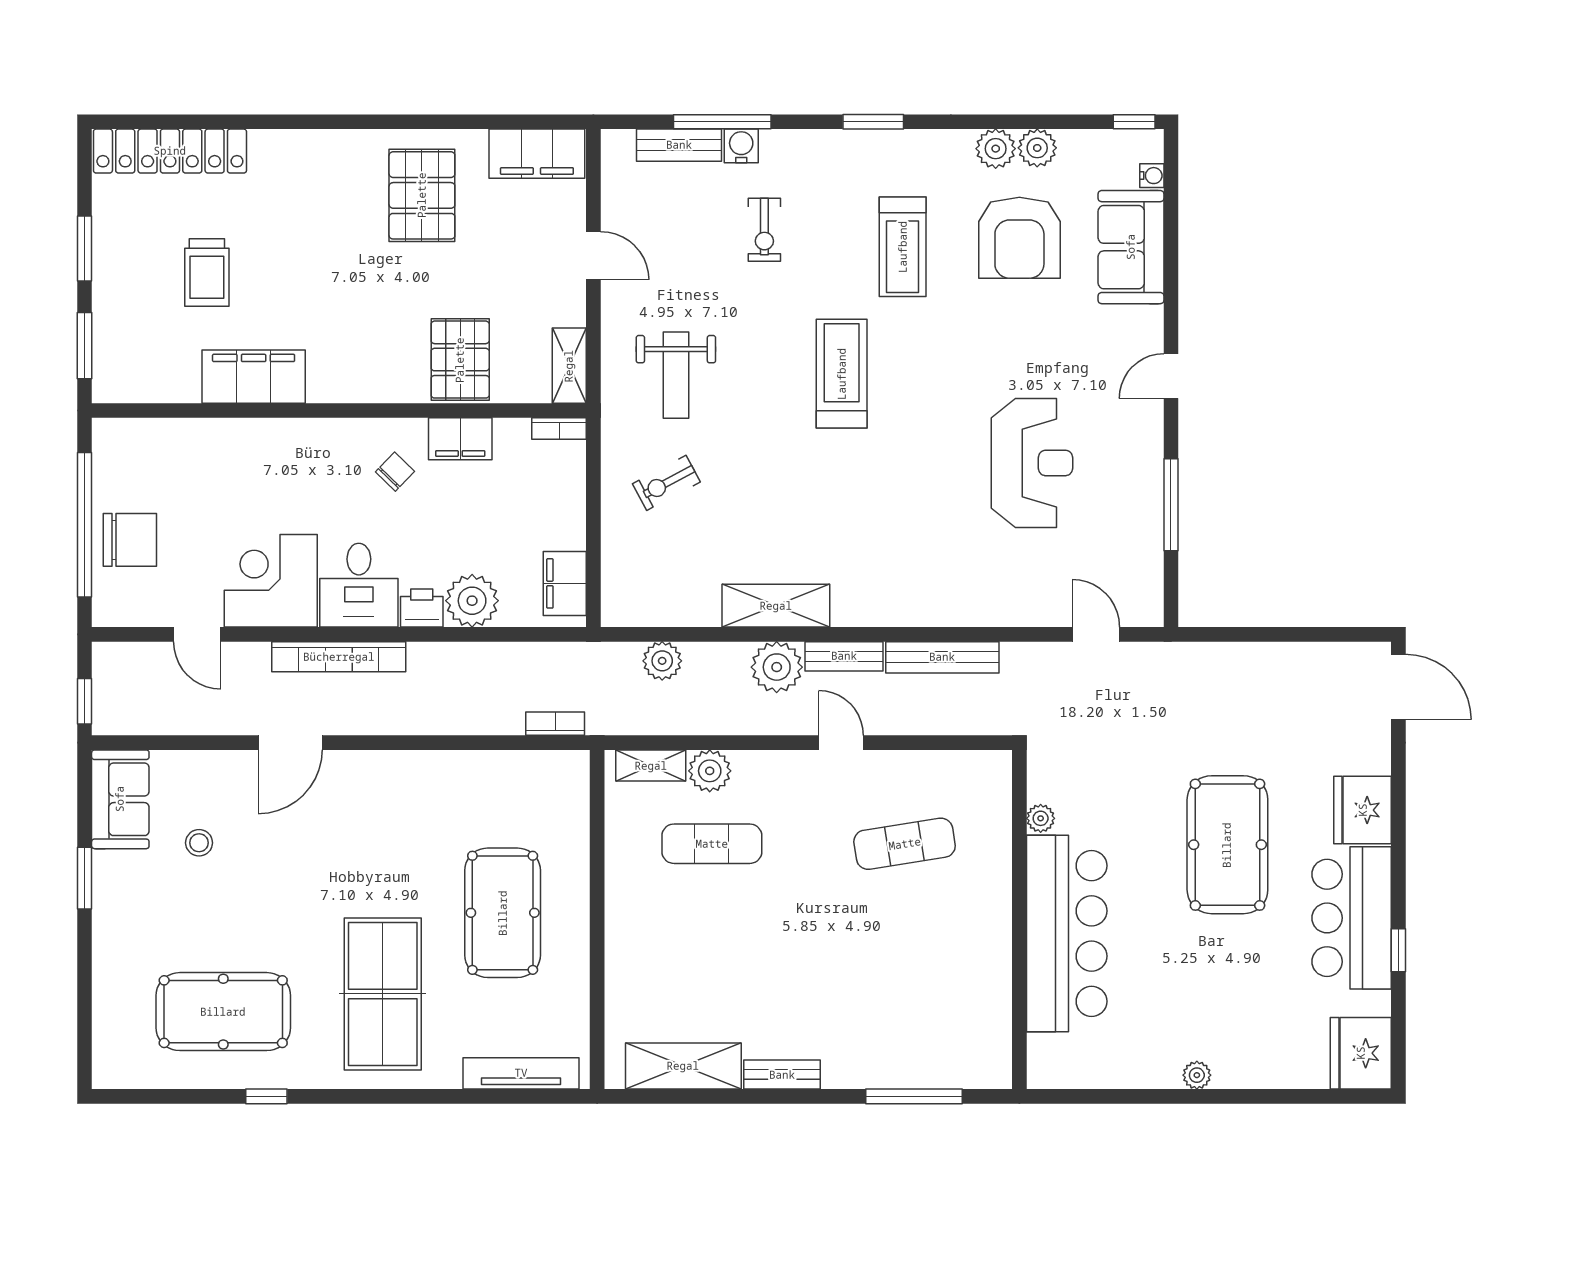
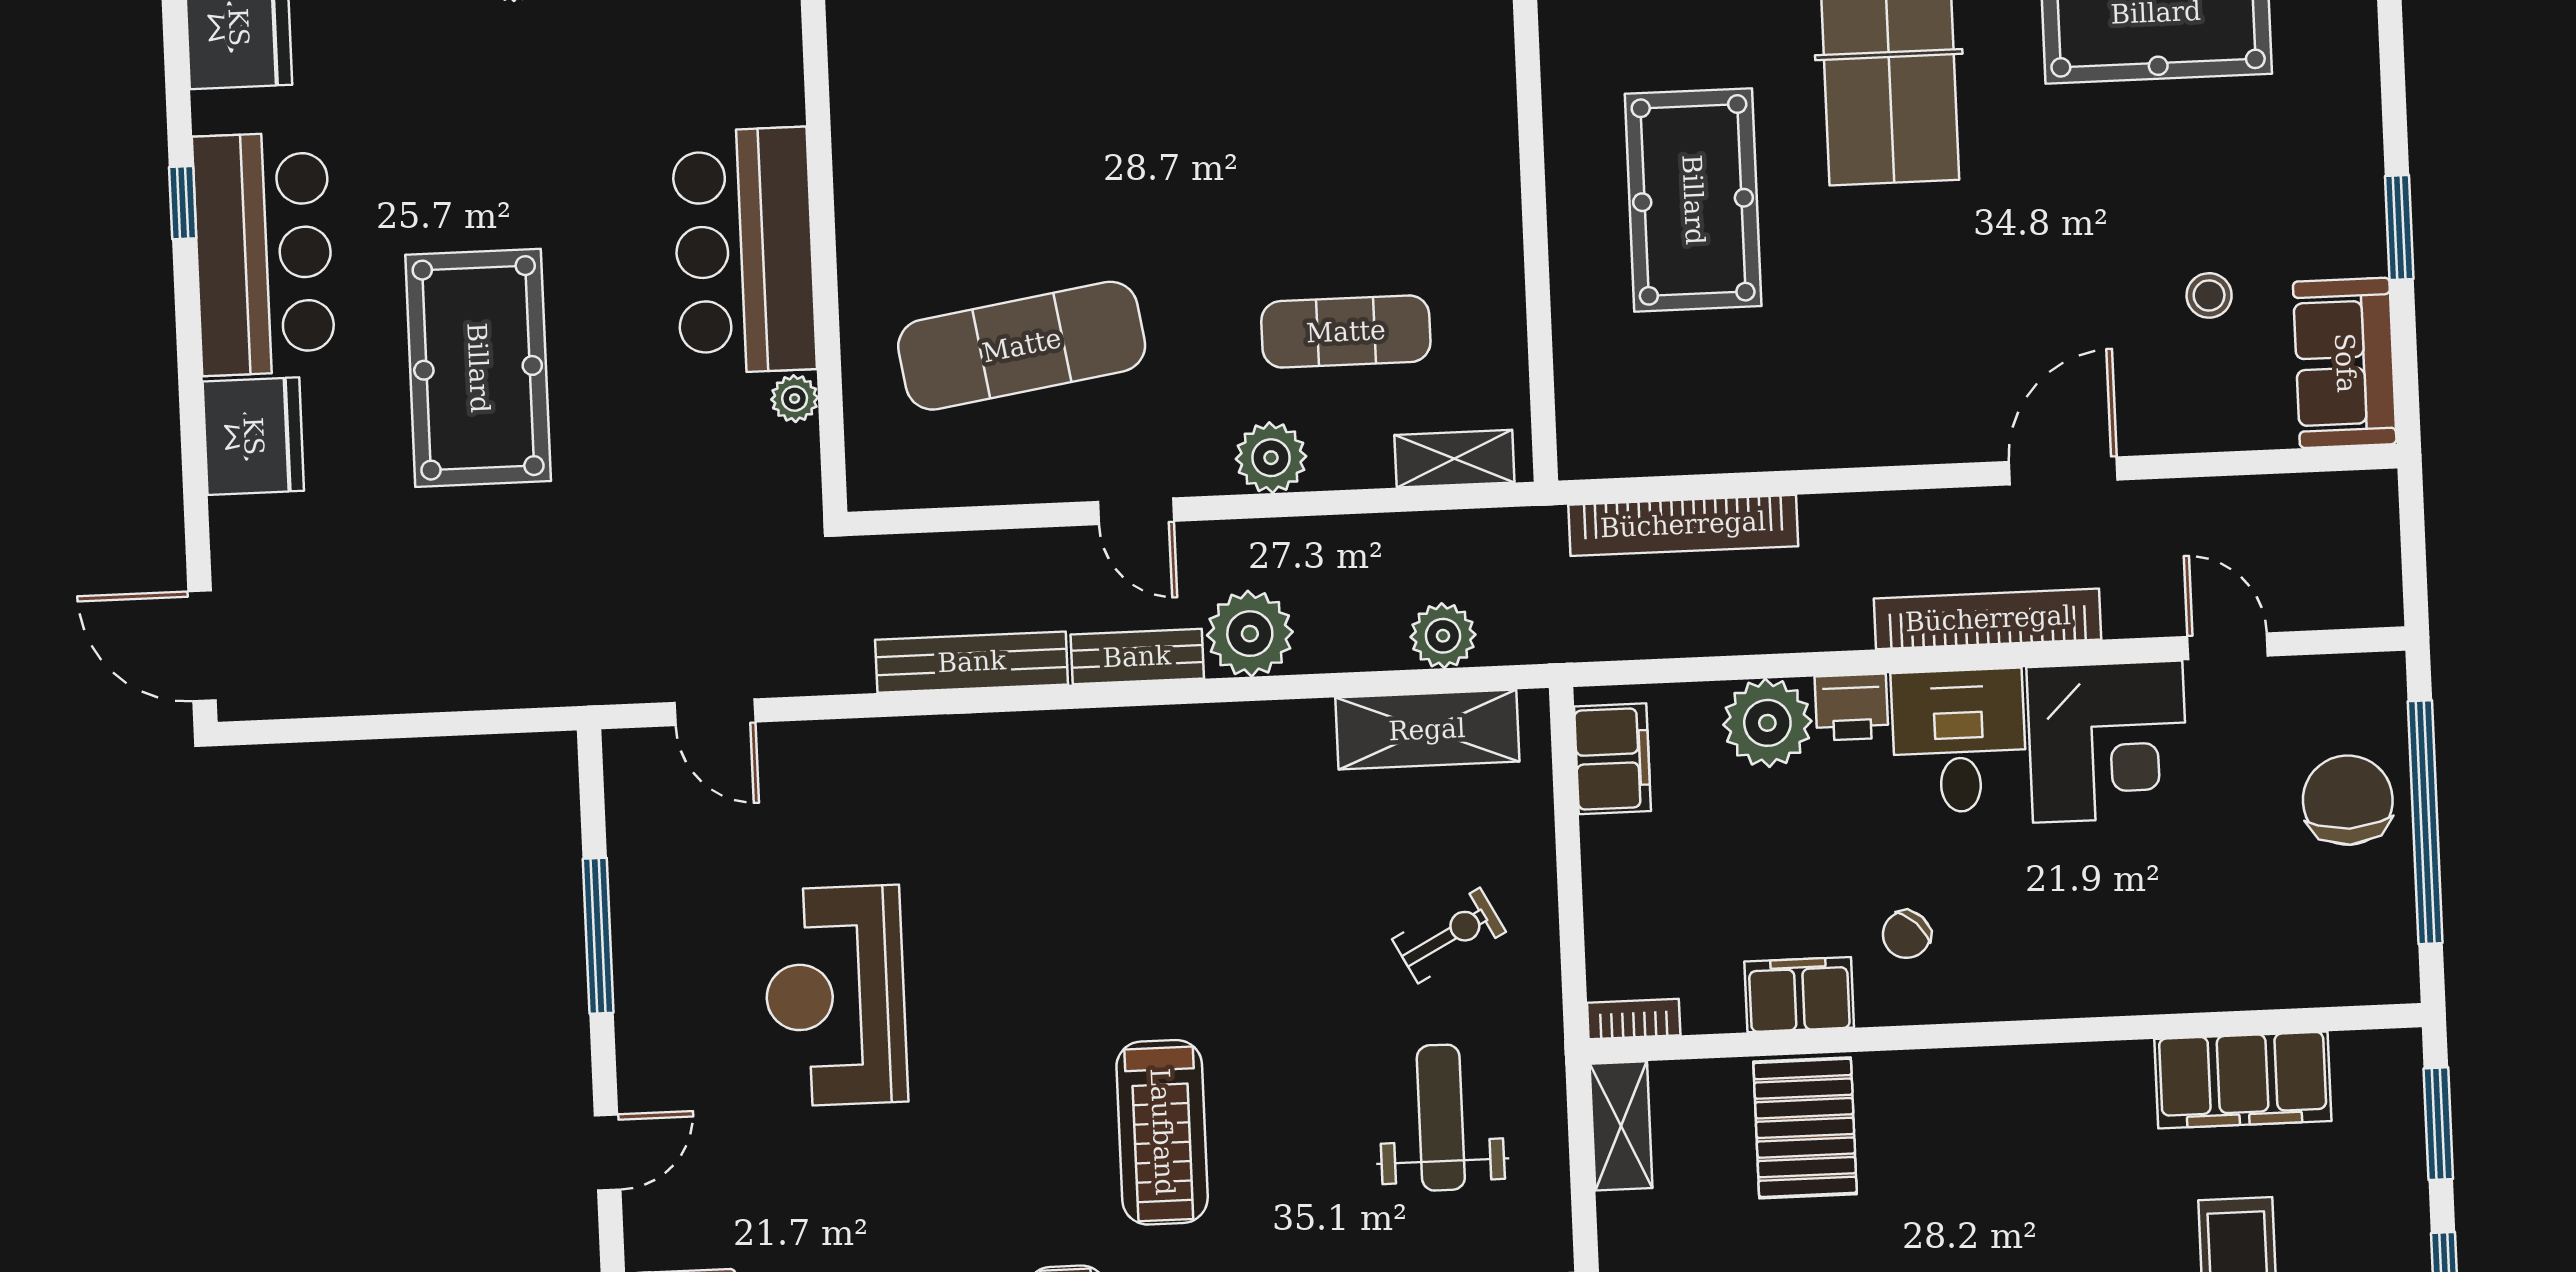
filing cabinet: (254, 377) -> (2243, 1080), moved
chair: (130, 540) -> (2348, 800), turned 89
shelving: (776, 606) -> (1427, 730), moved
window: (85, 701) -> (2412, 525), removed
bookcase: (555, 724) -> (1683, 525), width x2.31, depth x1.31
plant: (710, 771) -> (1271, 458), moved
exercise mat: (905, 844) -> (1022, 346), width x1.36, depth x1.45
bar counter: (1067, 934) -> (744, 251), width x0.73

